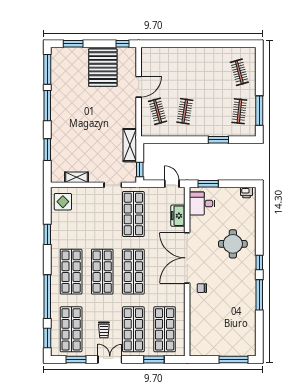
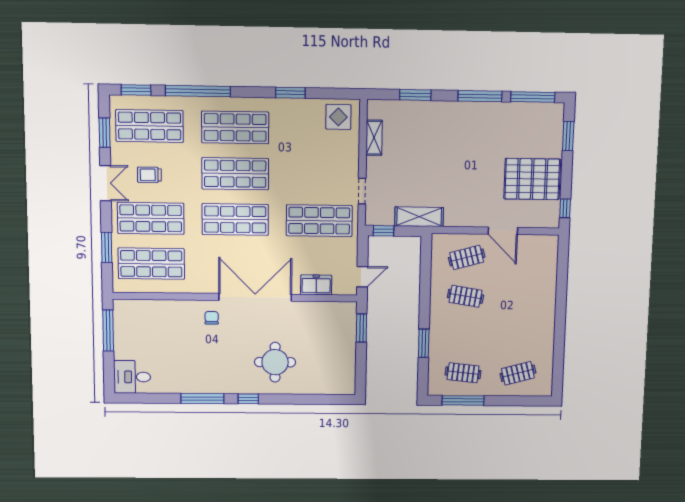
printer: (246, 192) -> (348, 382), removed
desk: (202, 204) -> (132, 377), moved, turned -90
window: (233, 360) -> (108, 331), moved

